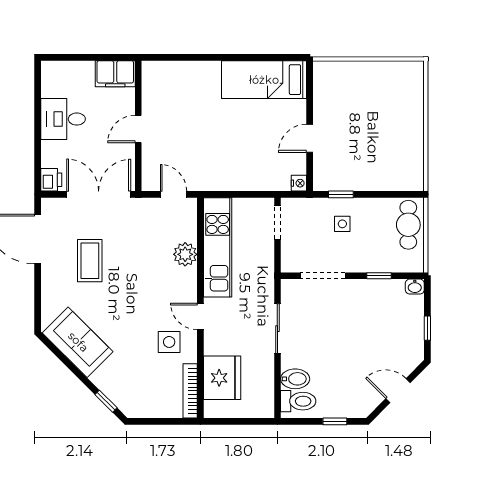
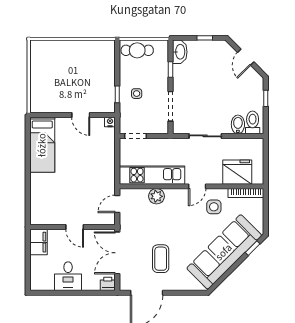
coffee table: (90, 261) -> (161, 259), turned 90
washbasin: (415, 287) -> (180, 52), width x1.91, depth x1.45
sofa: (78, 342) -> (224, 252), width x1.85, depth x1.27

